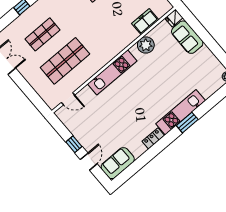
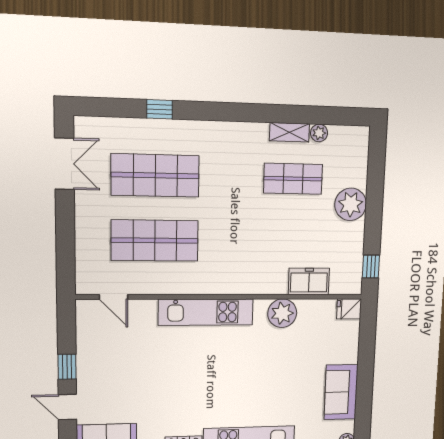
shop shelf: (42, 34) -> (155, 175), width x1.43, depth x1.36
sofa: (187, 37) -> (341, 392), moved
door: (89, 162) -> (67, 407), swing flipped

